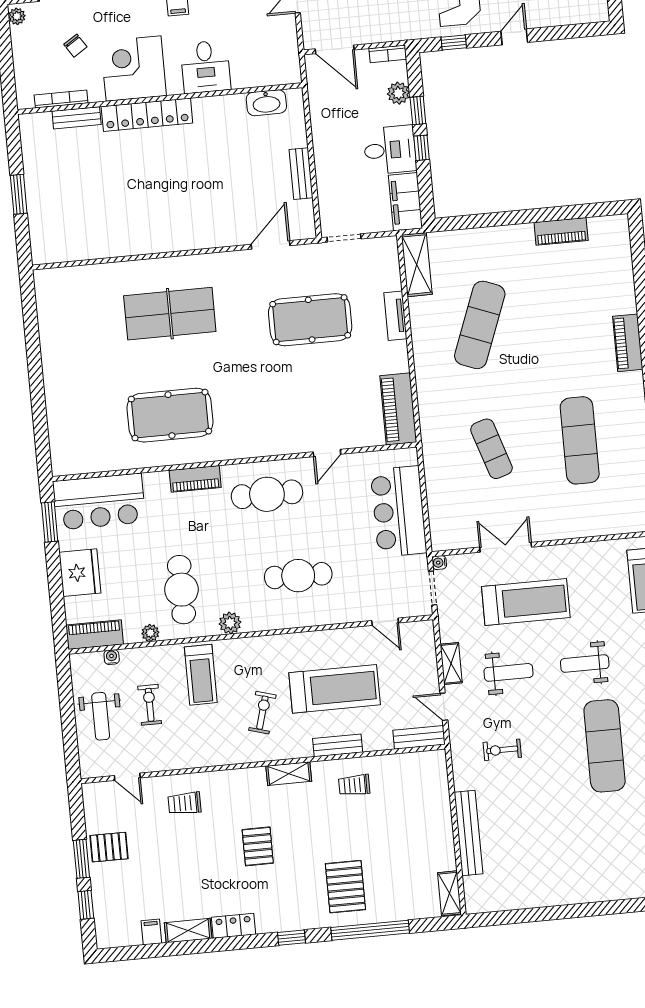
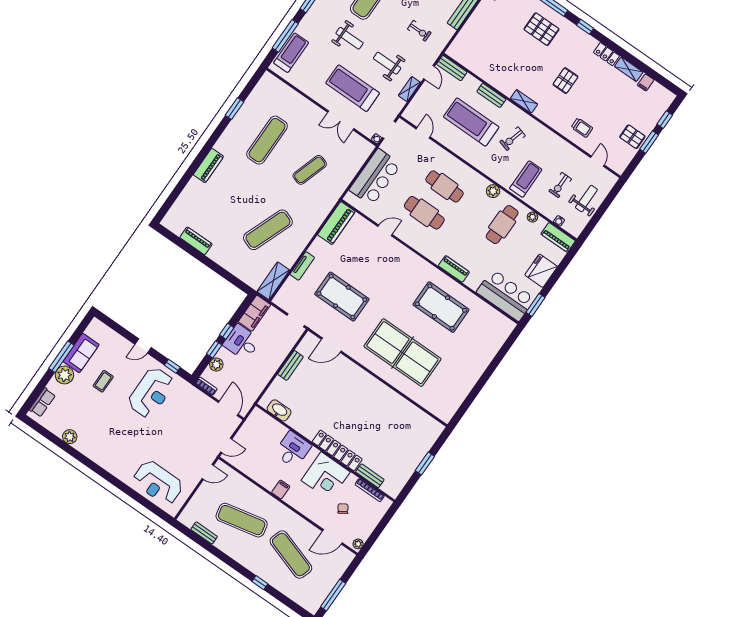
table tennis table: (170, 314) -> (402, 353), width x1.36, depth x1.32
exercise mat: (491, 449) -> (310, 170), turned 36
cafe table: (267, 494) -> (424, 213), moved
trolley: (354, 785) -> (499, 71), removed
pallet: (345, 887) -> (541, 29), turned 90

